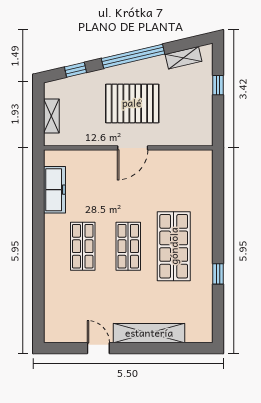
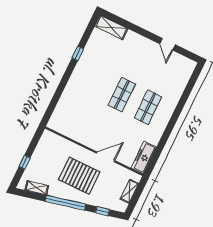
door: (133, 148) -> (106, 157), moved
freezer: (54, 190) -> (144, 158), moved
shop shelf: (174, 246) -> (96, 82), removed
shelving: (149, 333) -> (111, 27), moved, width x0.68

